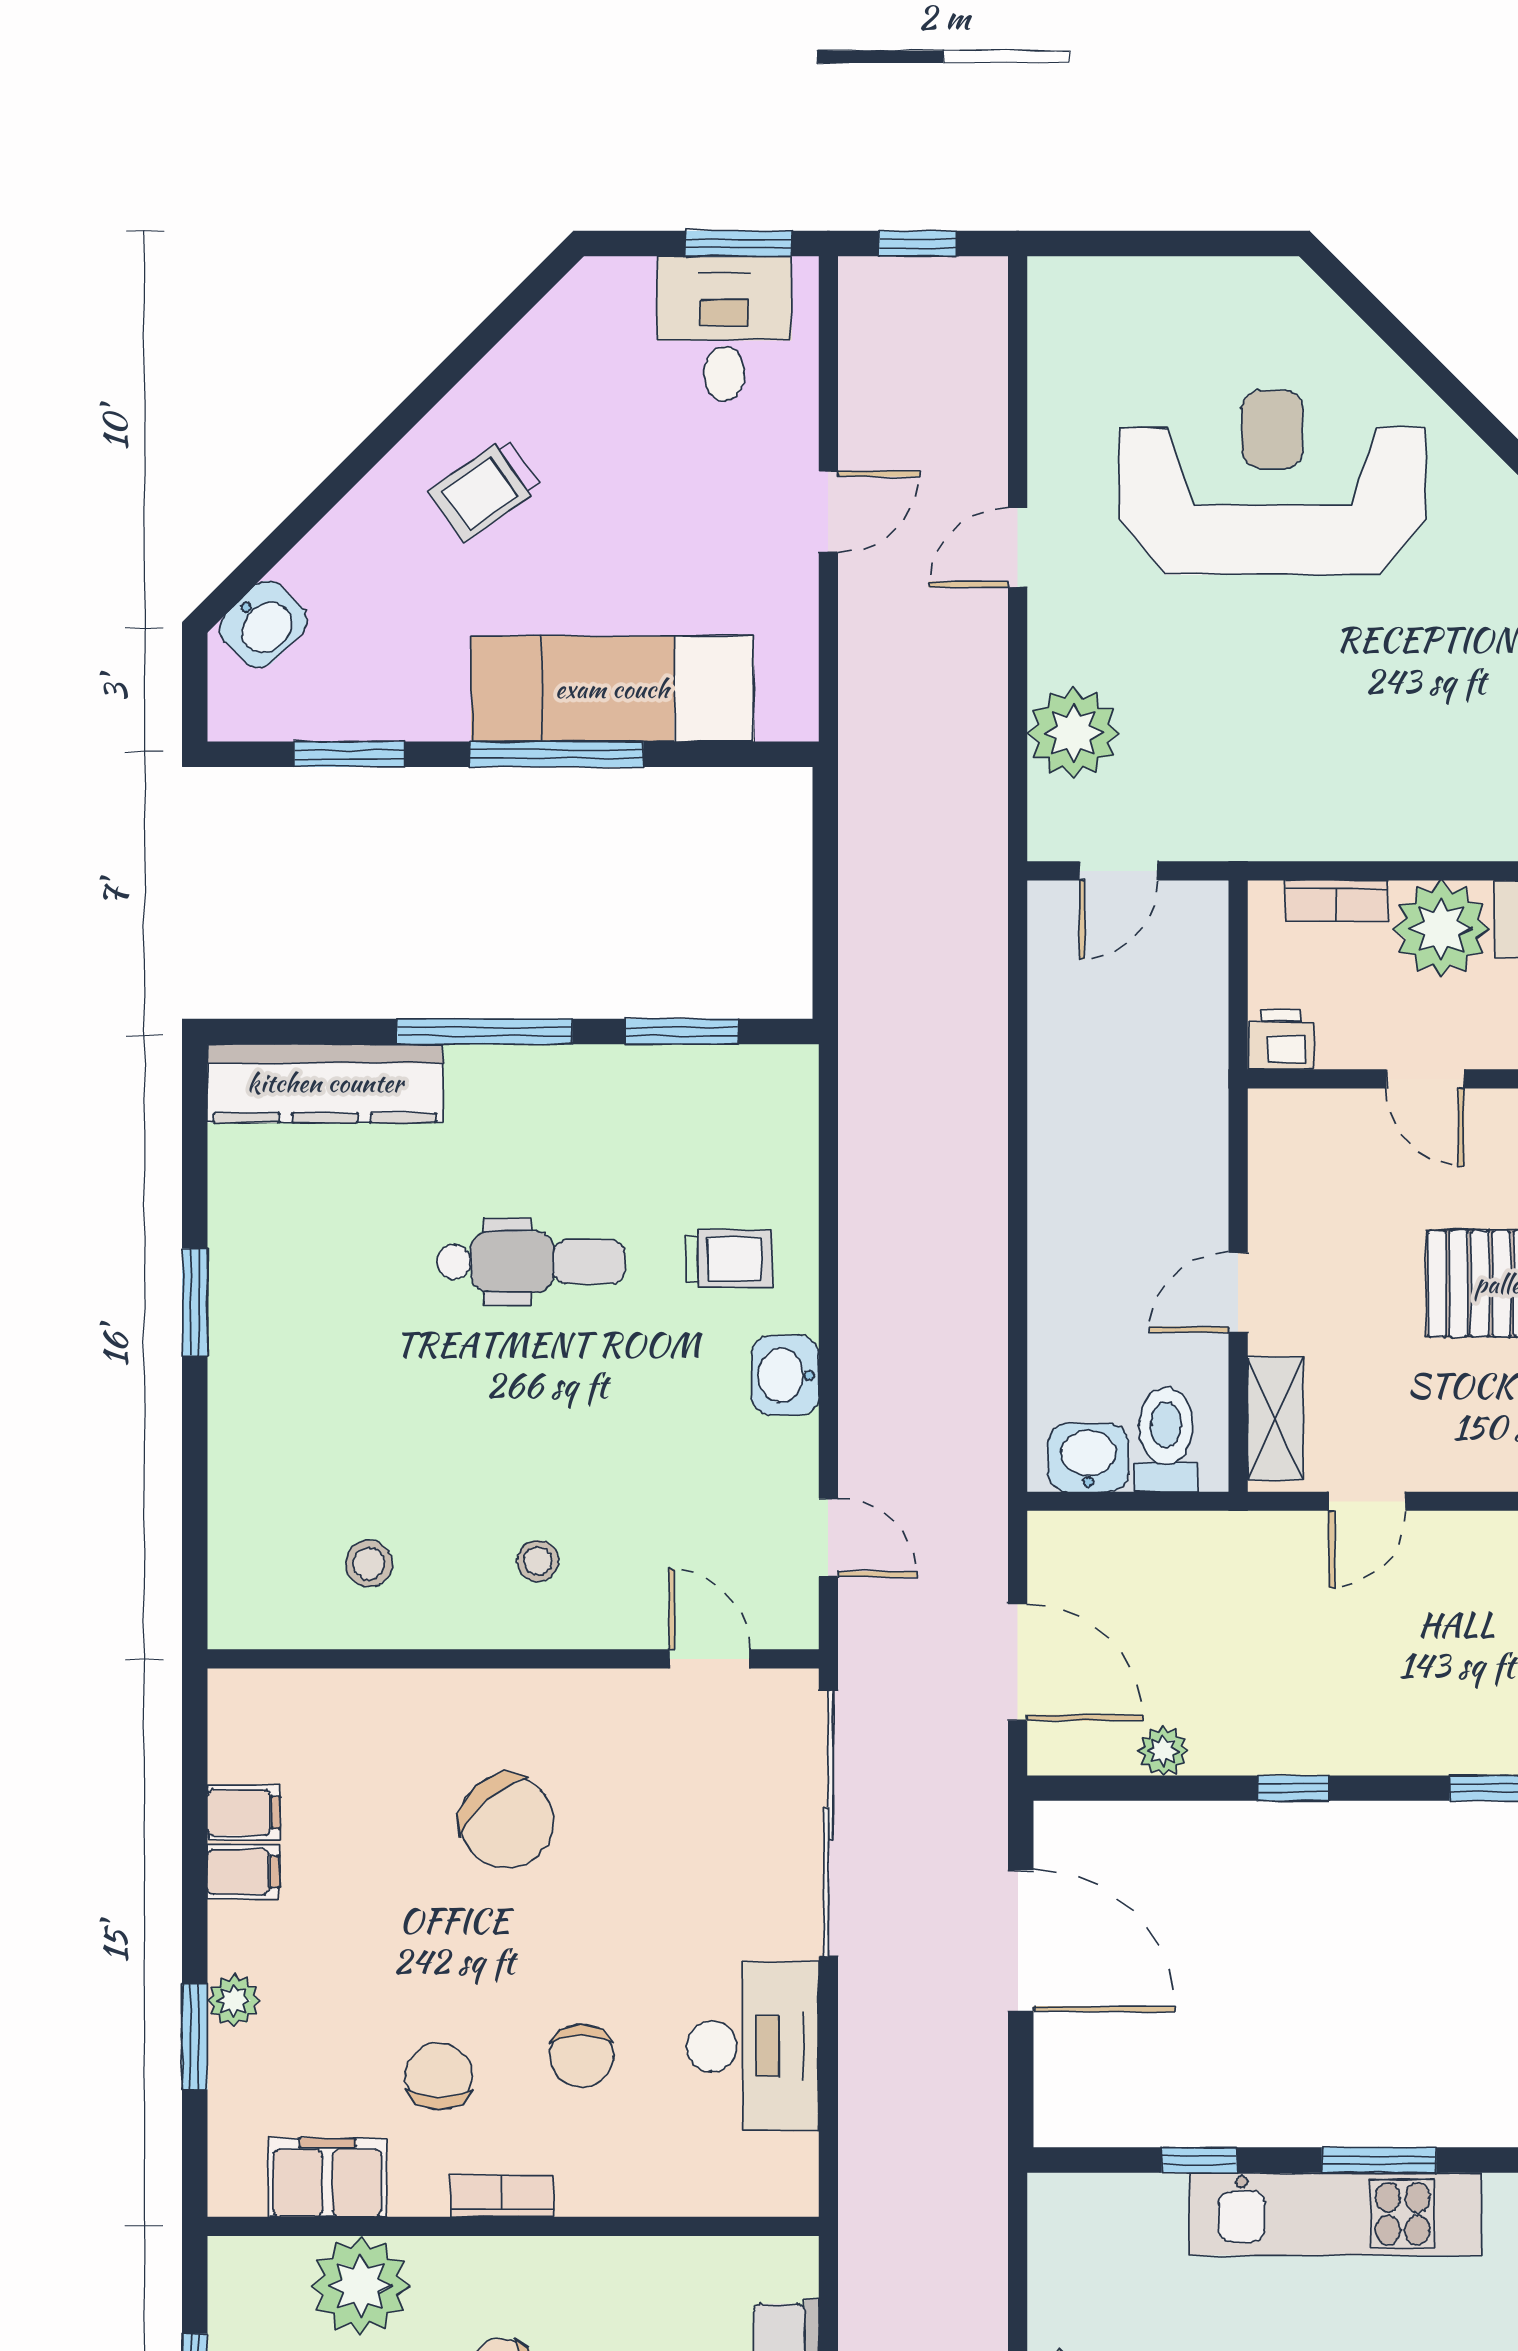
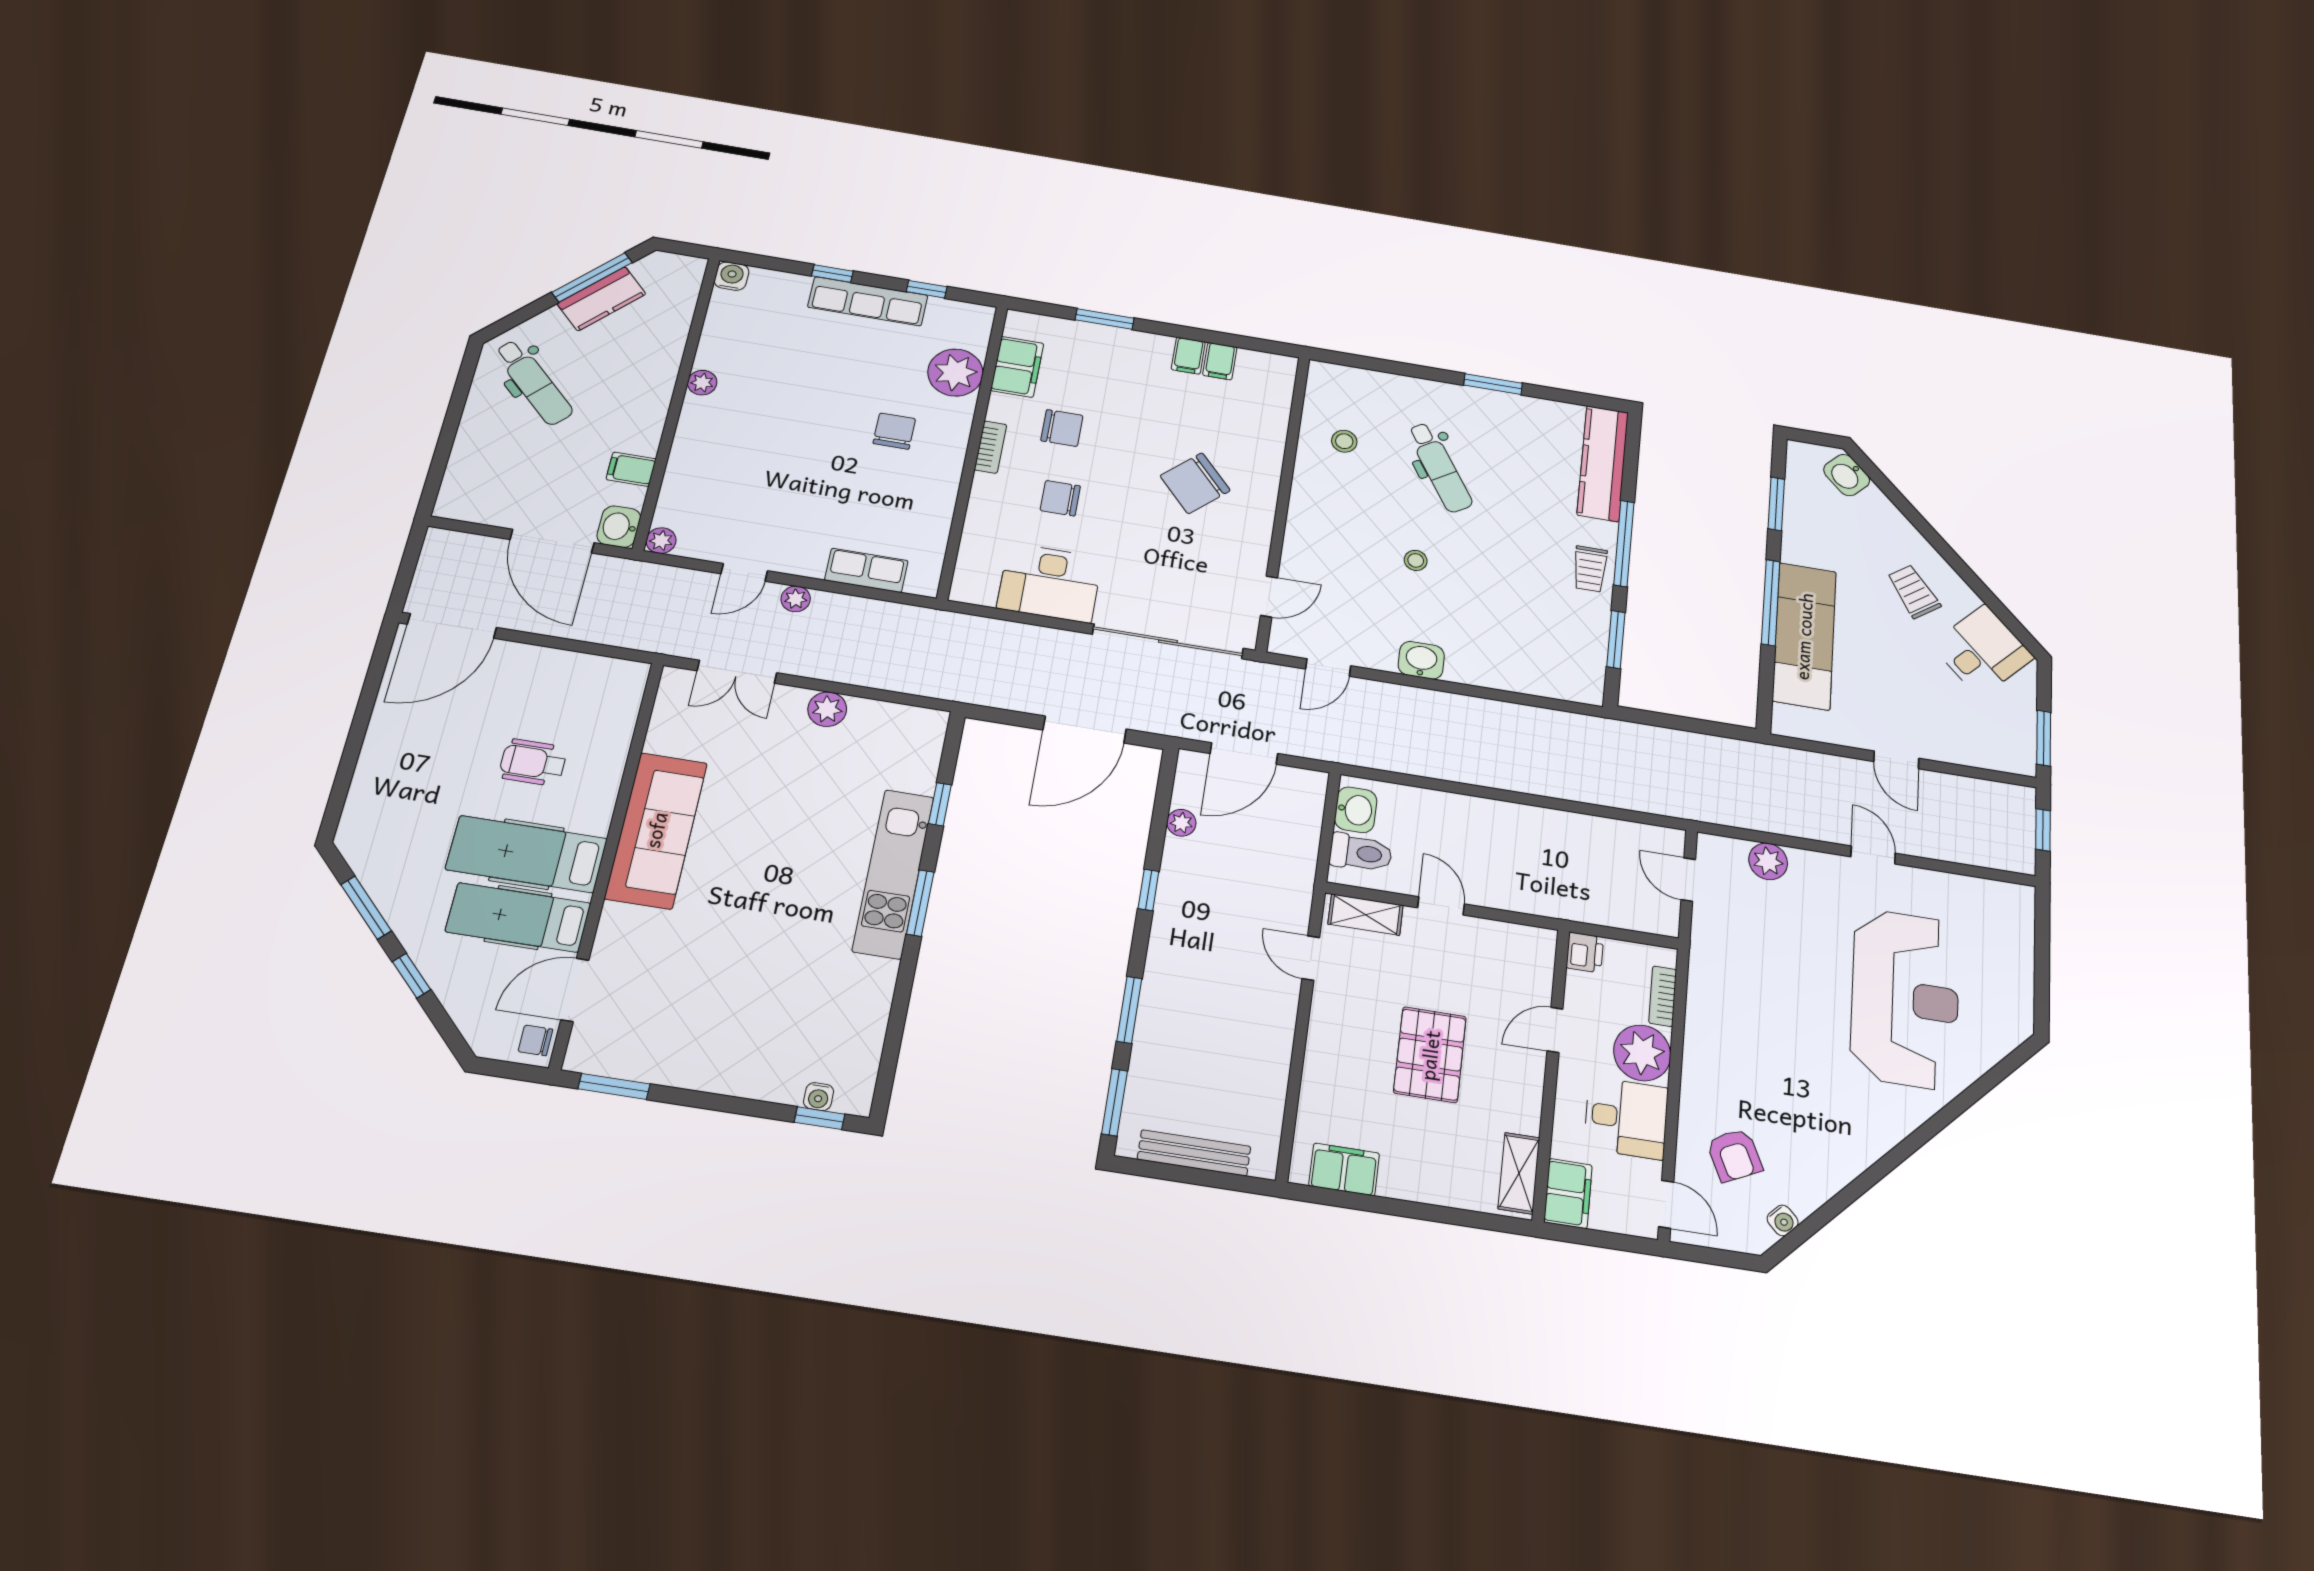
desk: (724, 329) -> (1982, 651), moved, turned -45
plant: (1073, 733) -> (1768, 861), width x0.73, depth x0.73
trolley: (729, 1259) -> (1590, 569), moved
dental chair: (531, 1262) -> (1440, 467), moved, turned -32
stool: (538, 1561) -> (1416, 560), moved
plant: (234, 2000) -> (1120, 340), removed

